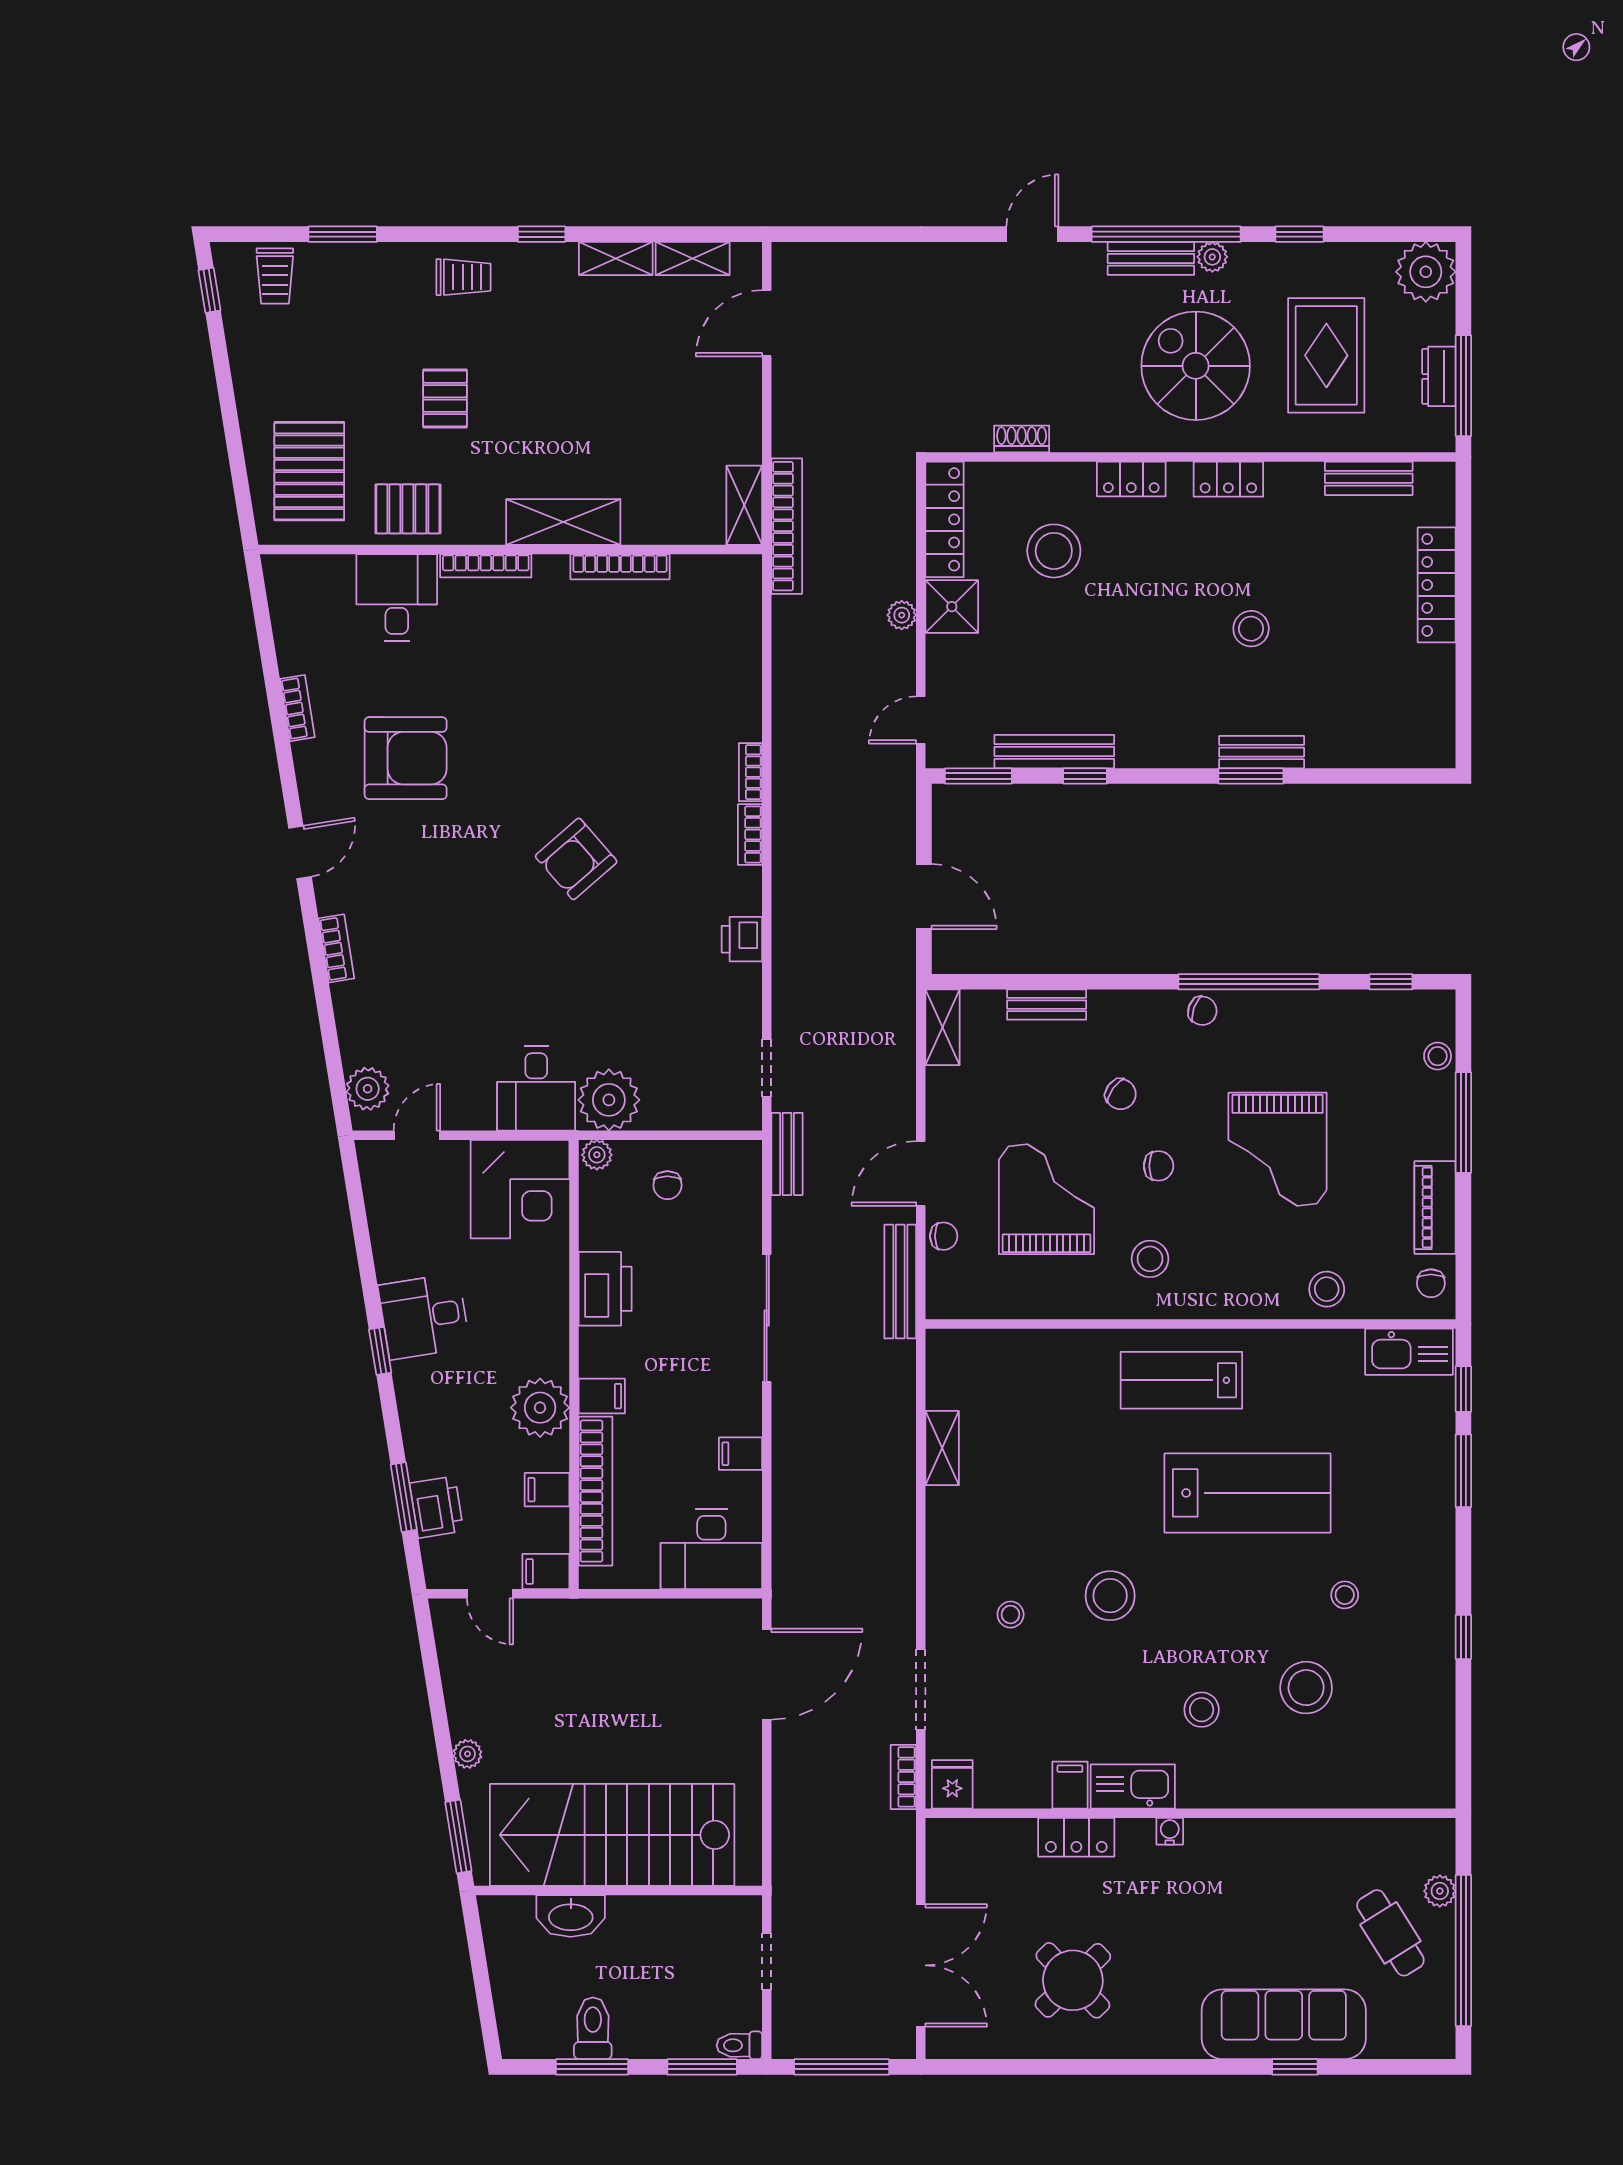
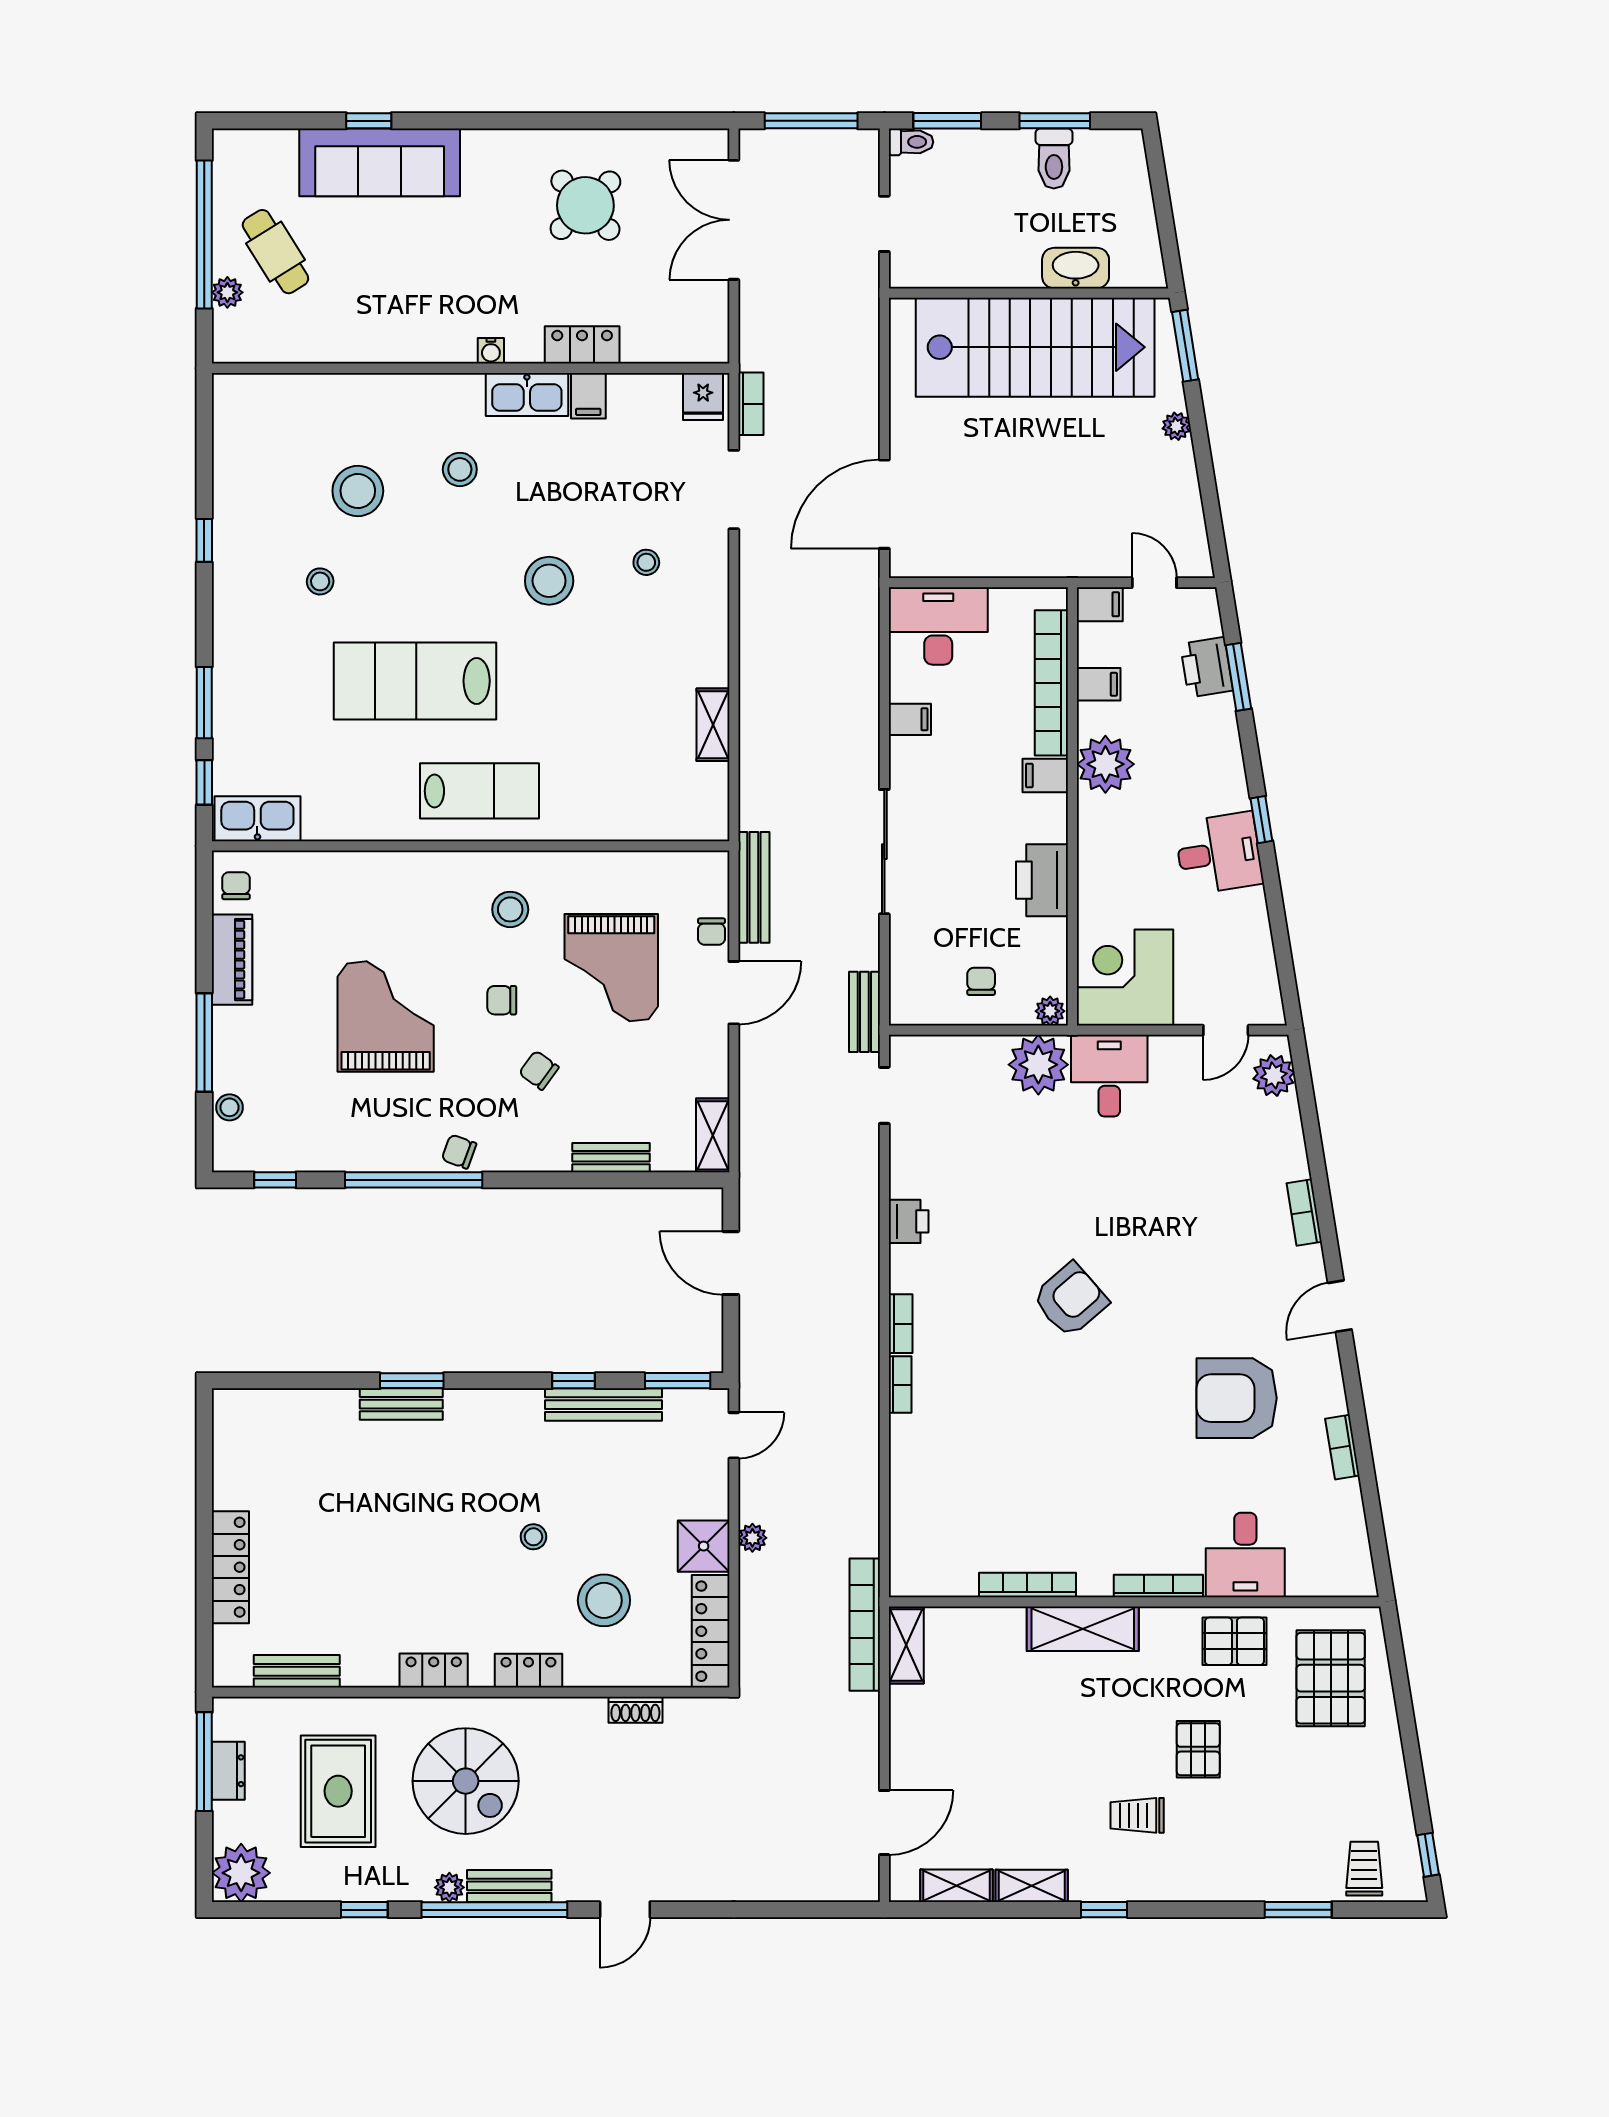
trolley: (463, 277) -> (1137, 1815), moved
stool: (1251, 629) -> (533, 1537), moved, width x0.73, depth x0.73
chair: (944, 1236) -> (712, 932), turned -89
stool: (1327, 1289) -> (338, 880), removed

